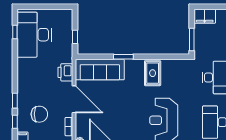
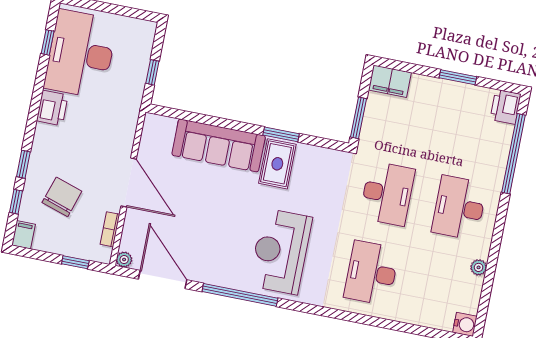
window: (123, 57) -> (281, 134), moved
sofa: (100, 69) -> (219, 145), moved
printer: (65, 72) -> (52, 108), moved, turned 180
chair: (39, 114) -> (62, 197), turned -72

